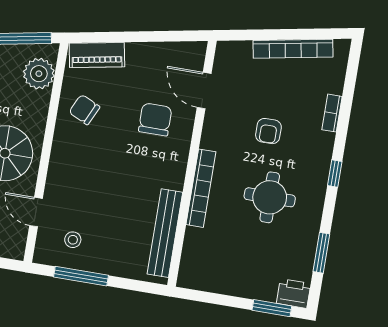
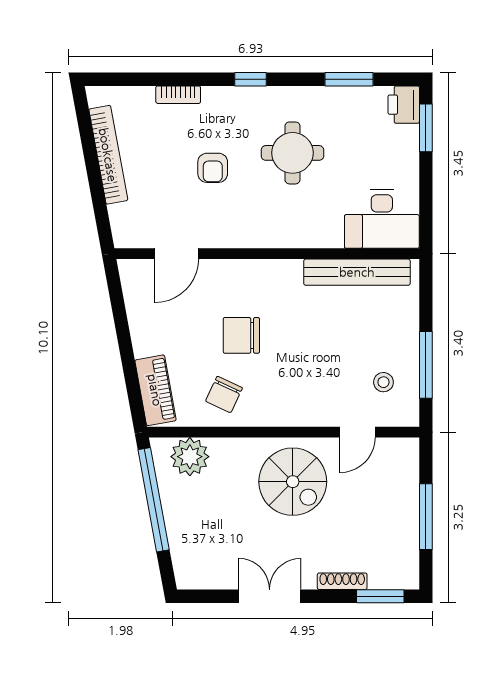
chair: (155, 119) -> (241, 335), moved
armchair: (268, 131) -> (213, 168), turned 90
bookcase: (201, 188) -> (295, 238), removed
desk: (204, 260) -> (382, 219), added

